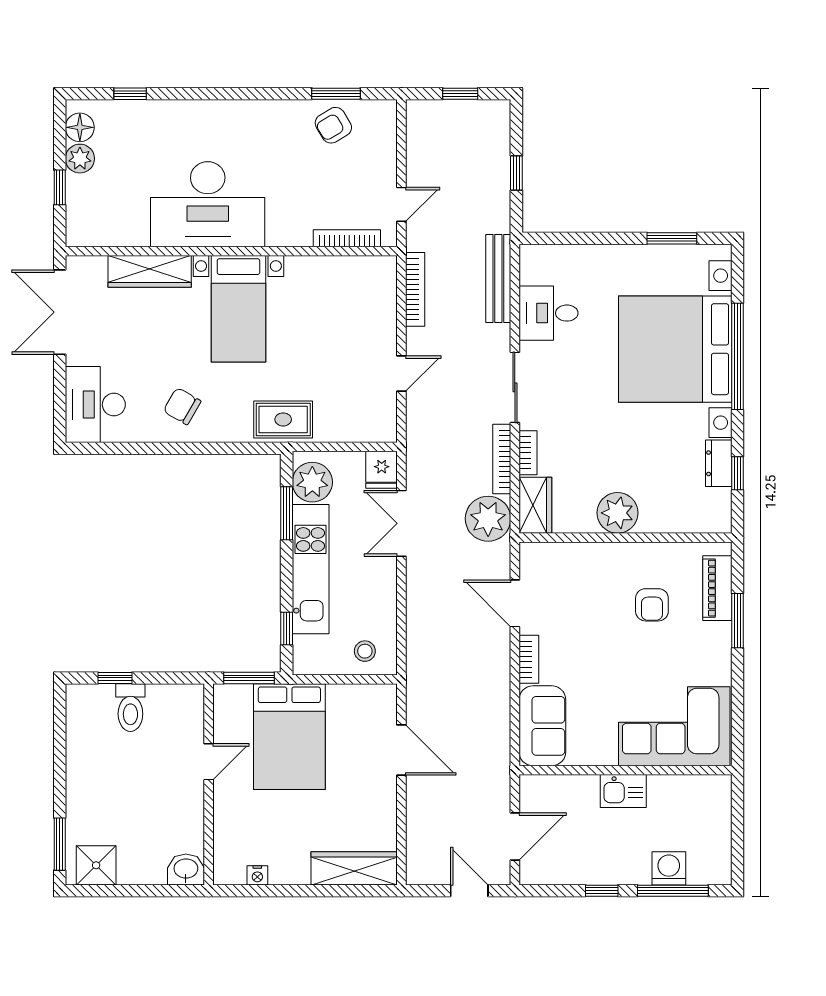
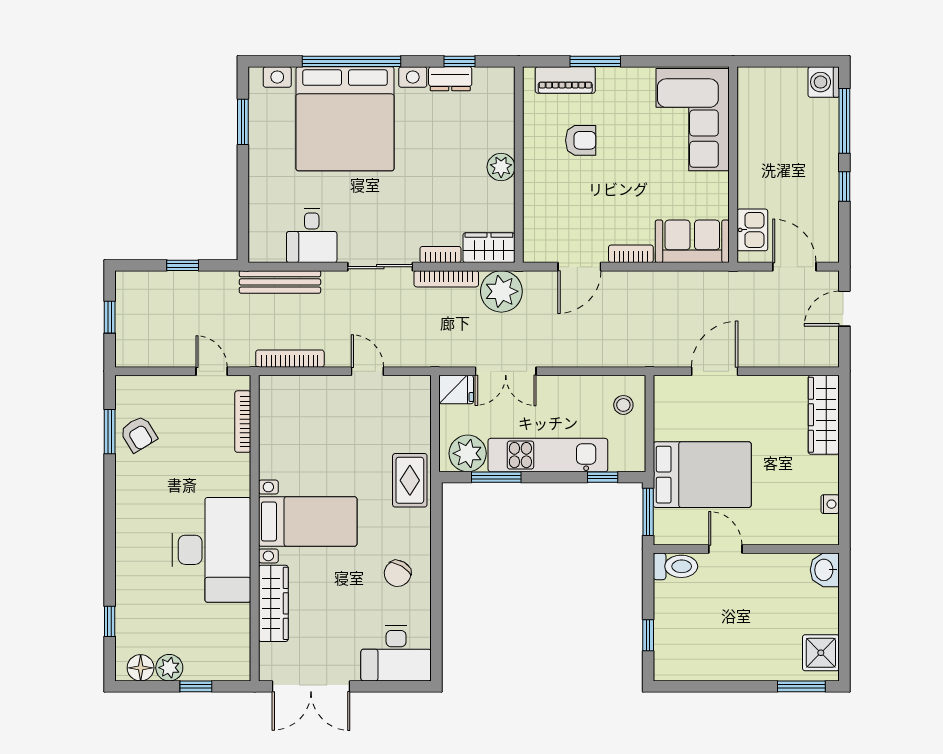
plant: (618, 513) -> (501, 167), width x0.73, depth x0.73
toilet: (130, 708) -> (675, 566), moved
kitchen sink: (623, 791) -> (752, 230), moved
washing machine: (669, 868) -> (824, 82), moved

